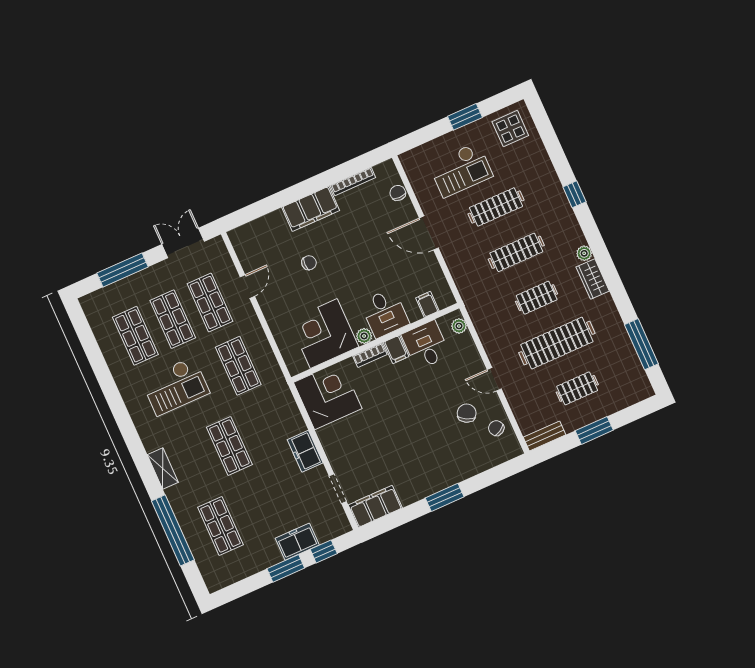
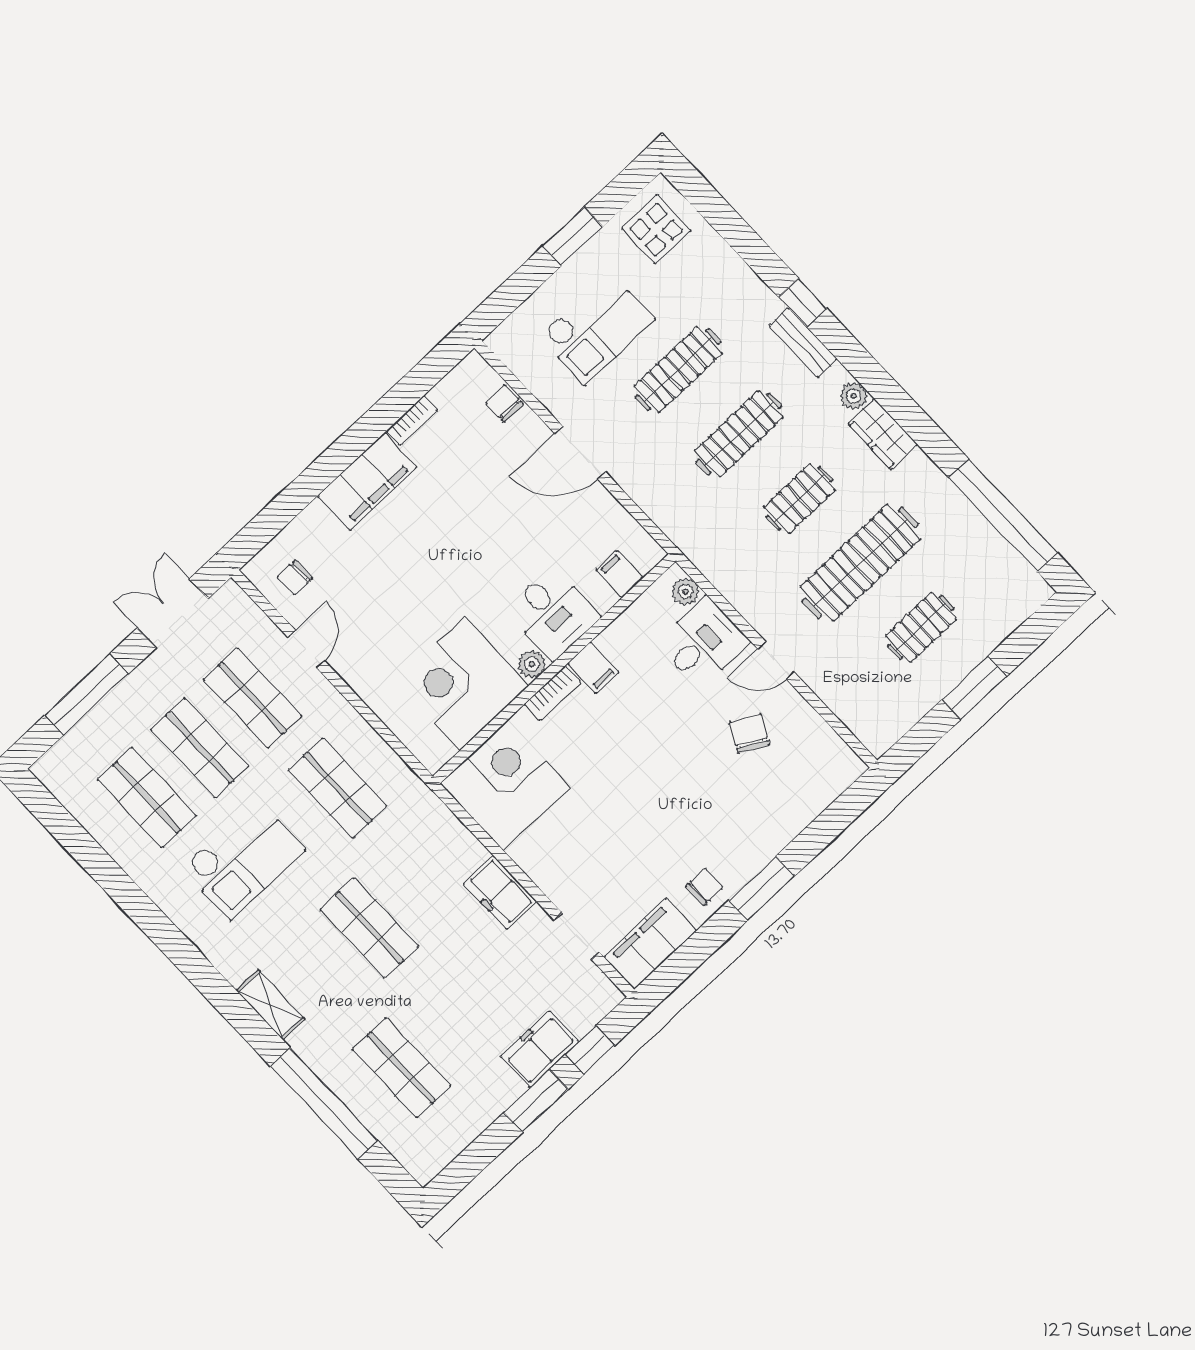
bookcase: (353, 182) -> (412, 420), width x0.64
chair: (309, 263) -> (295, 578), moved, turned 180
window: (641, 344) -> (1003, 515), width x1.46
desk: (426, 345) -> (703, 642), moved, turned 90
chair: (496, 428) -> (704, 887), moved, turned 120
bench: (545, 436) -> (803, 343), moved, turned 90

